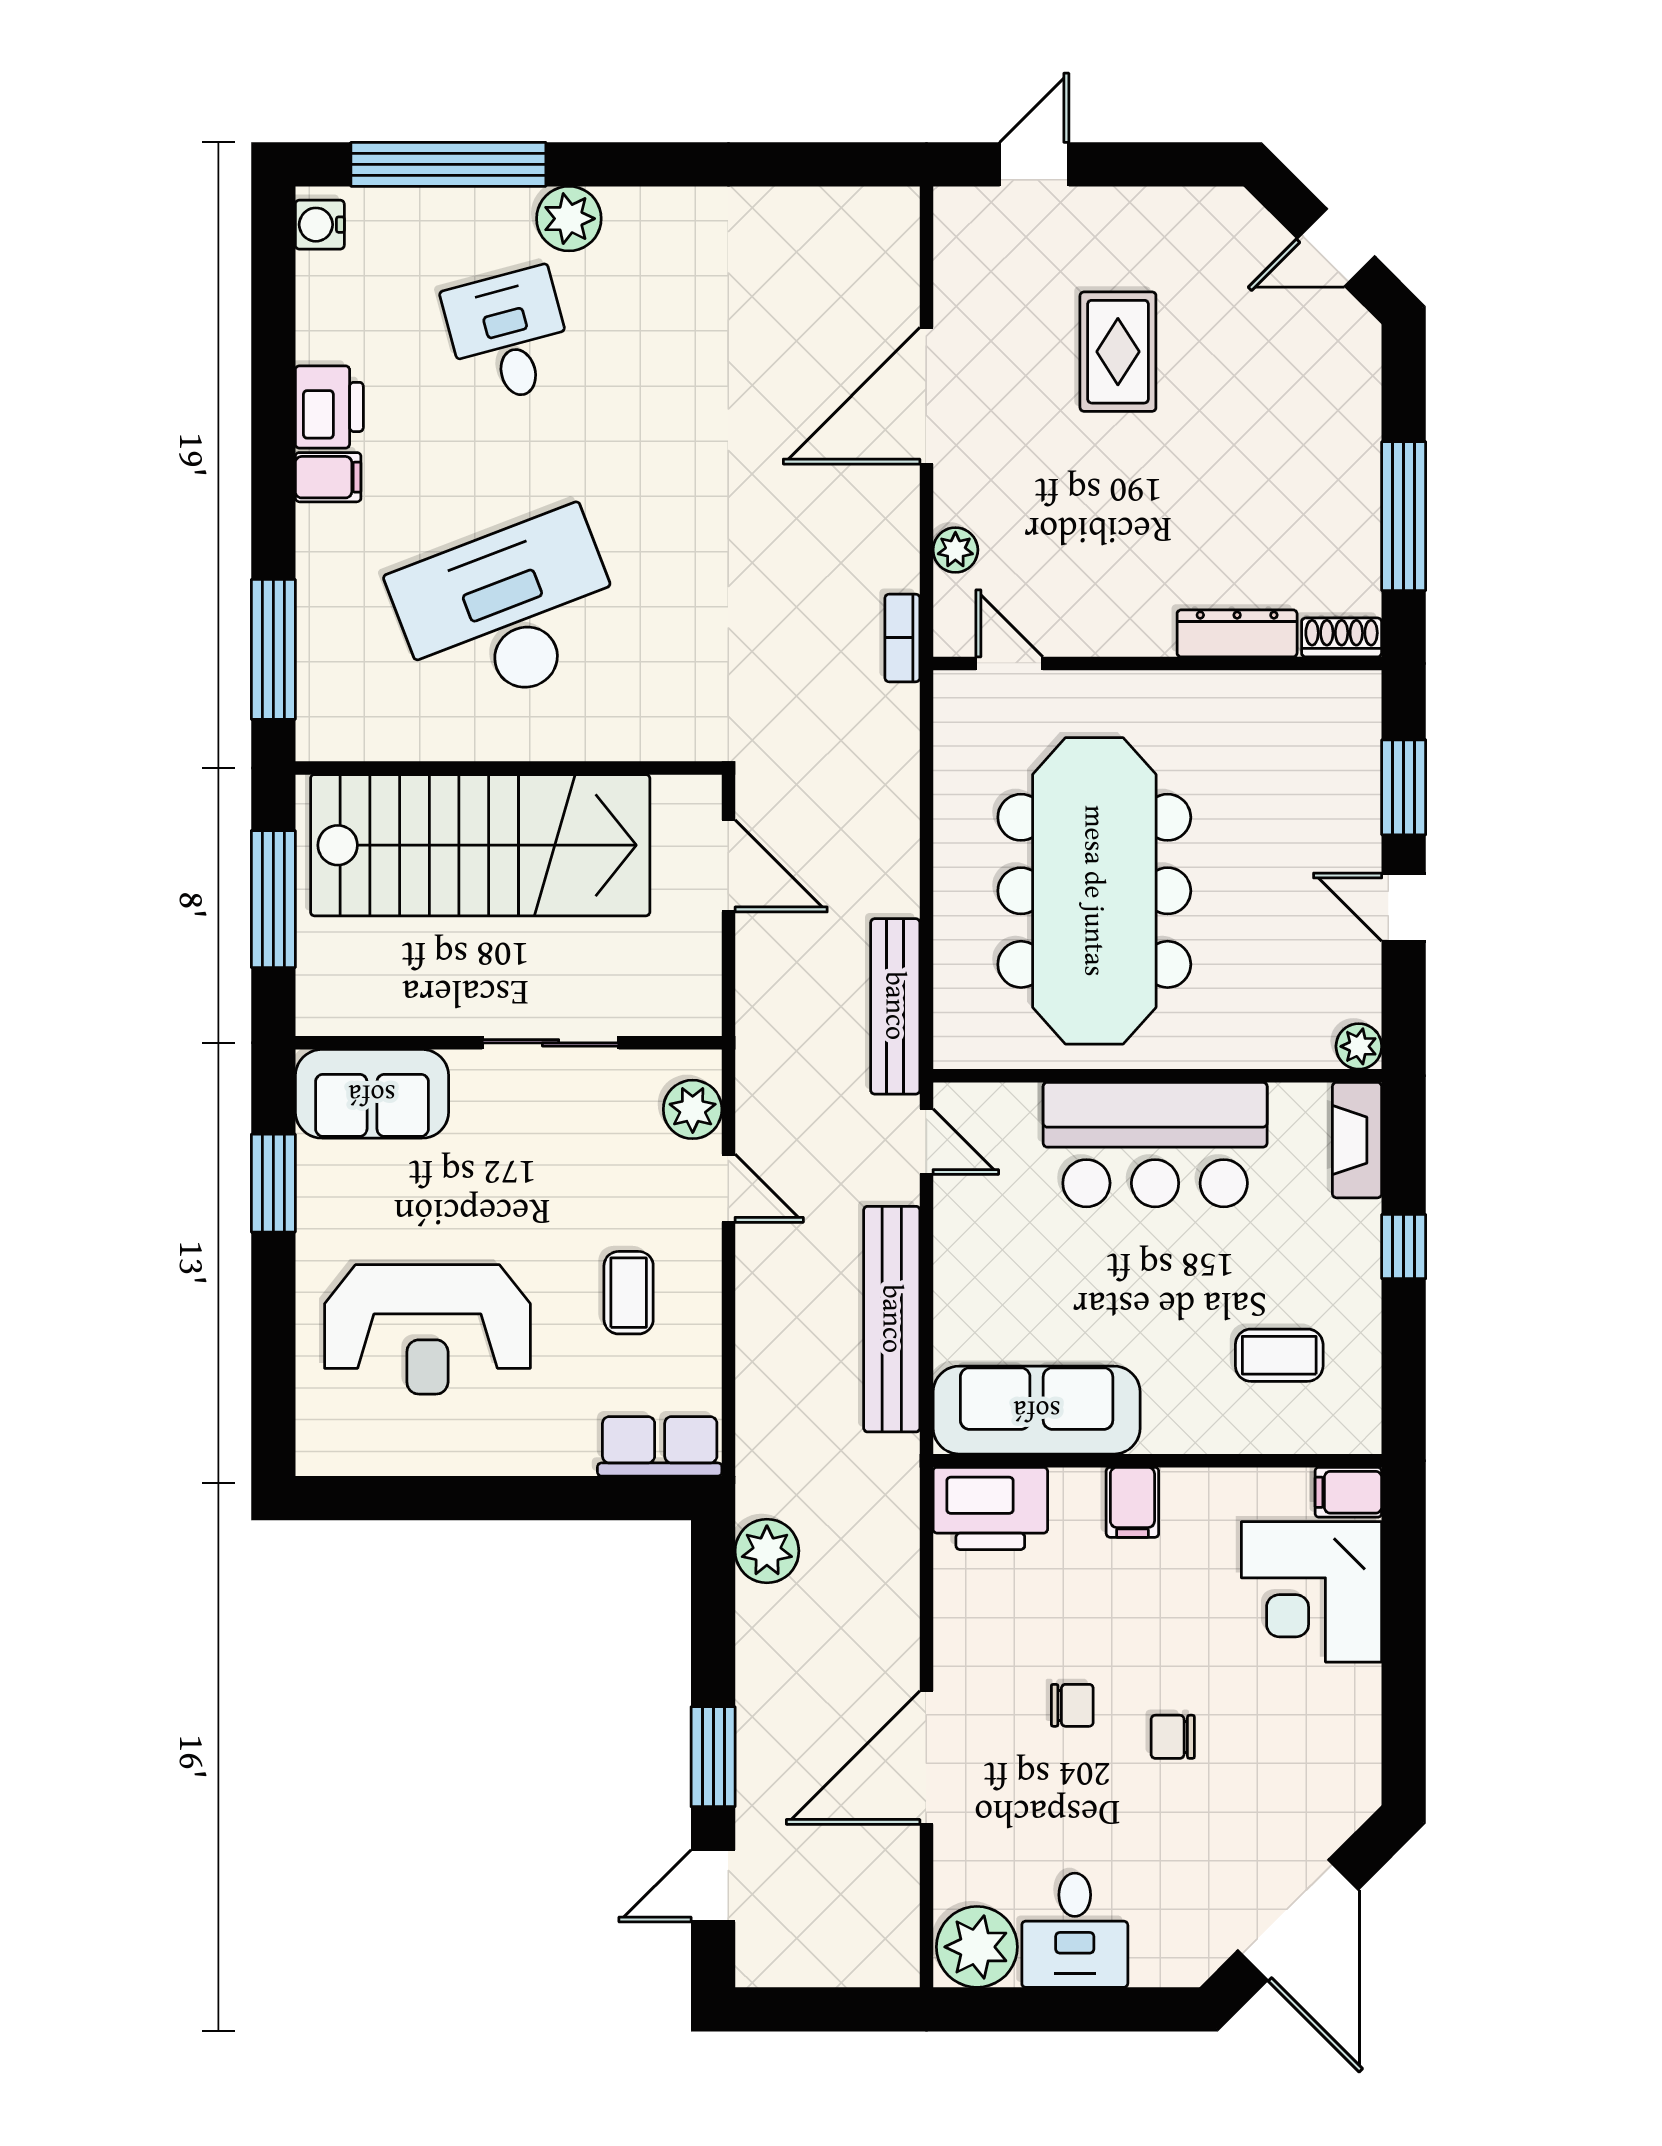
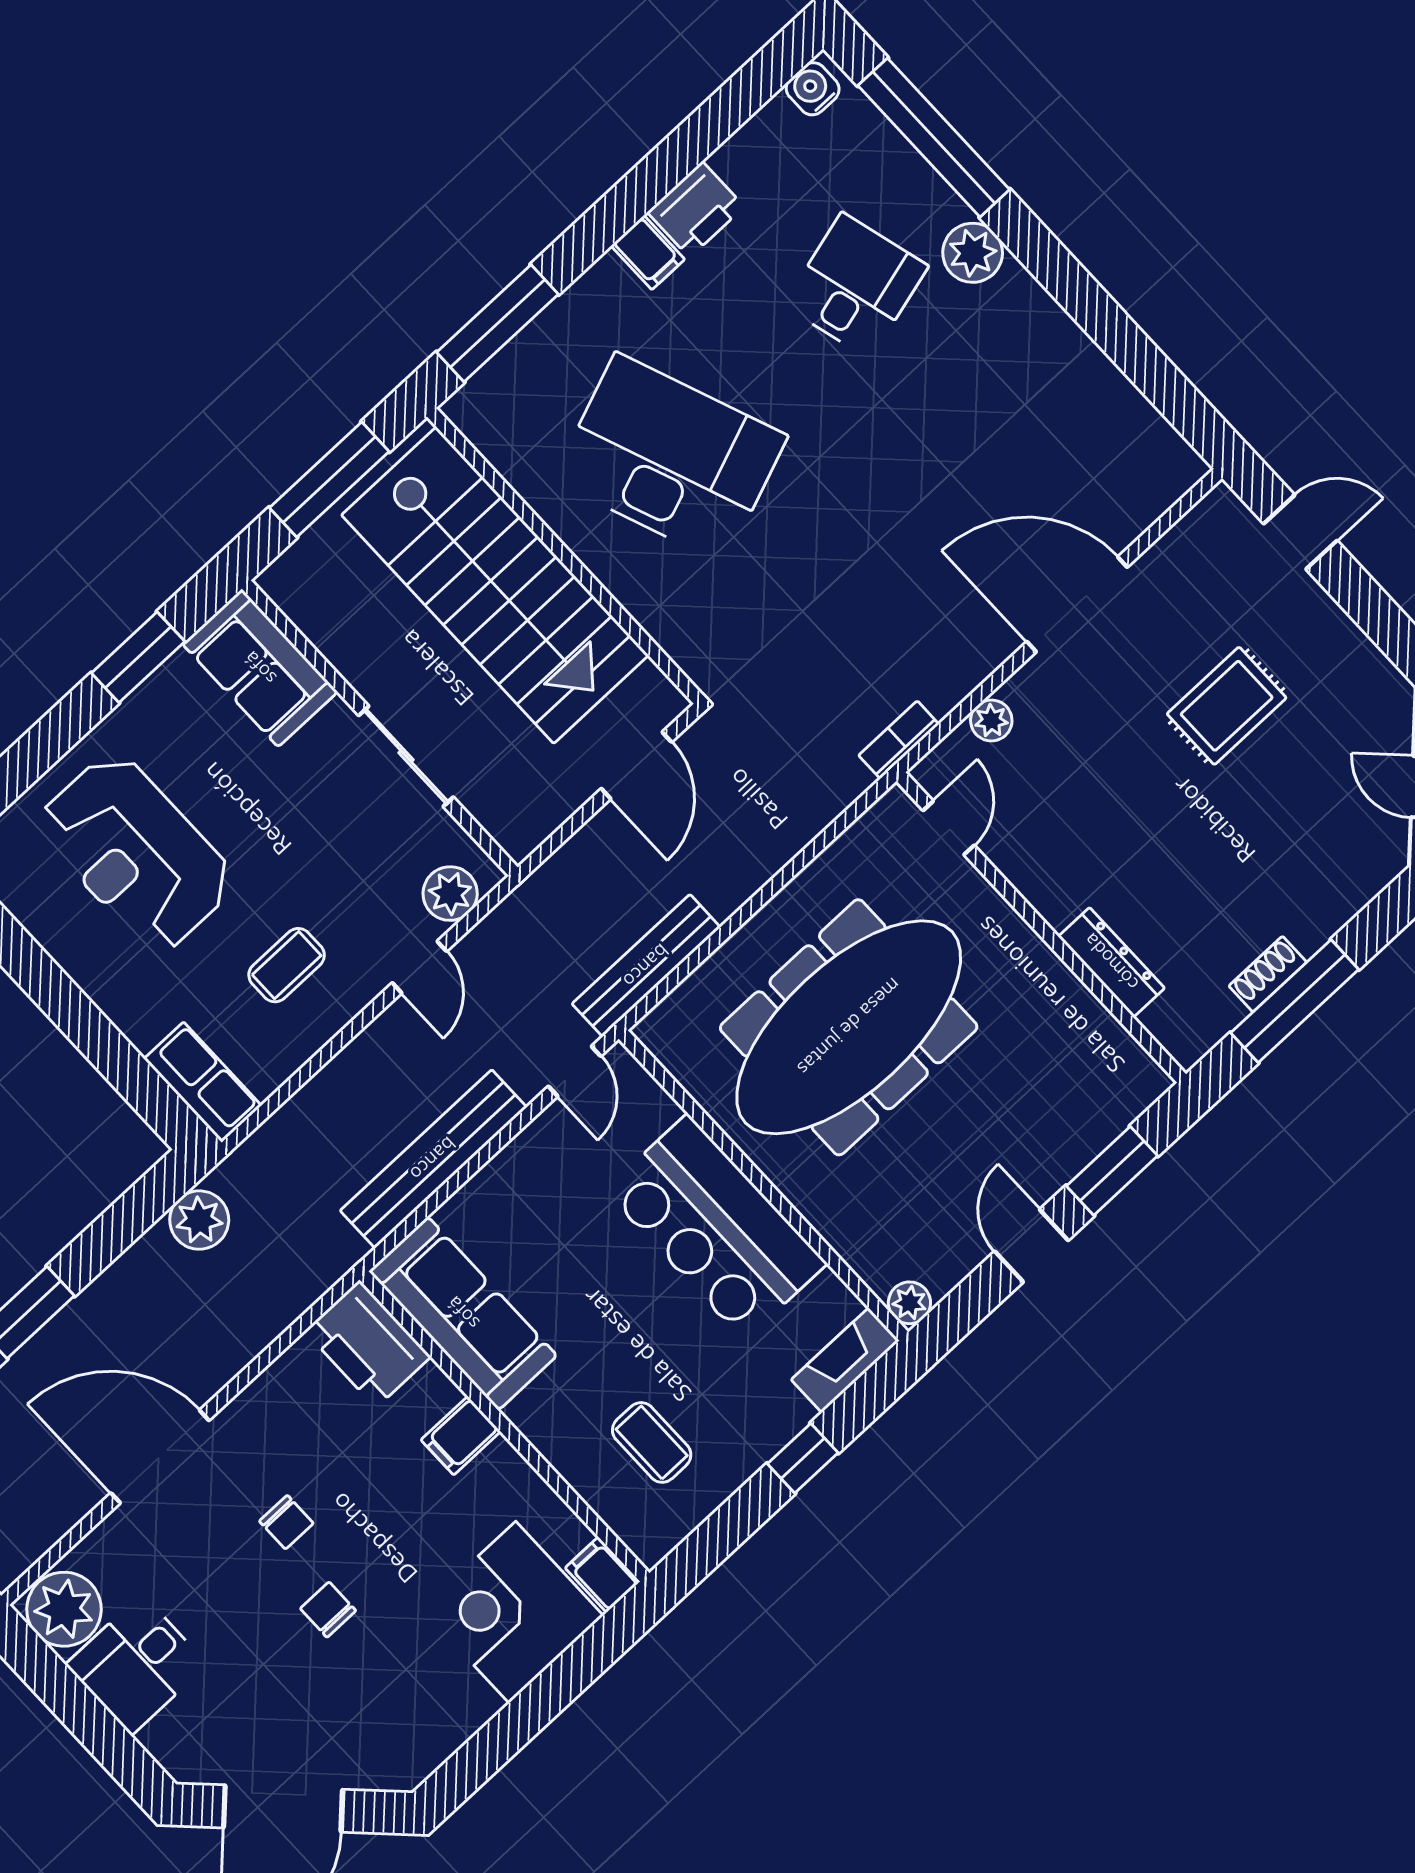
shoe rack: (1342, 637) -> (1268, 974), moved, turned -90

